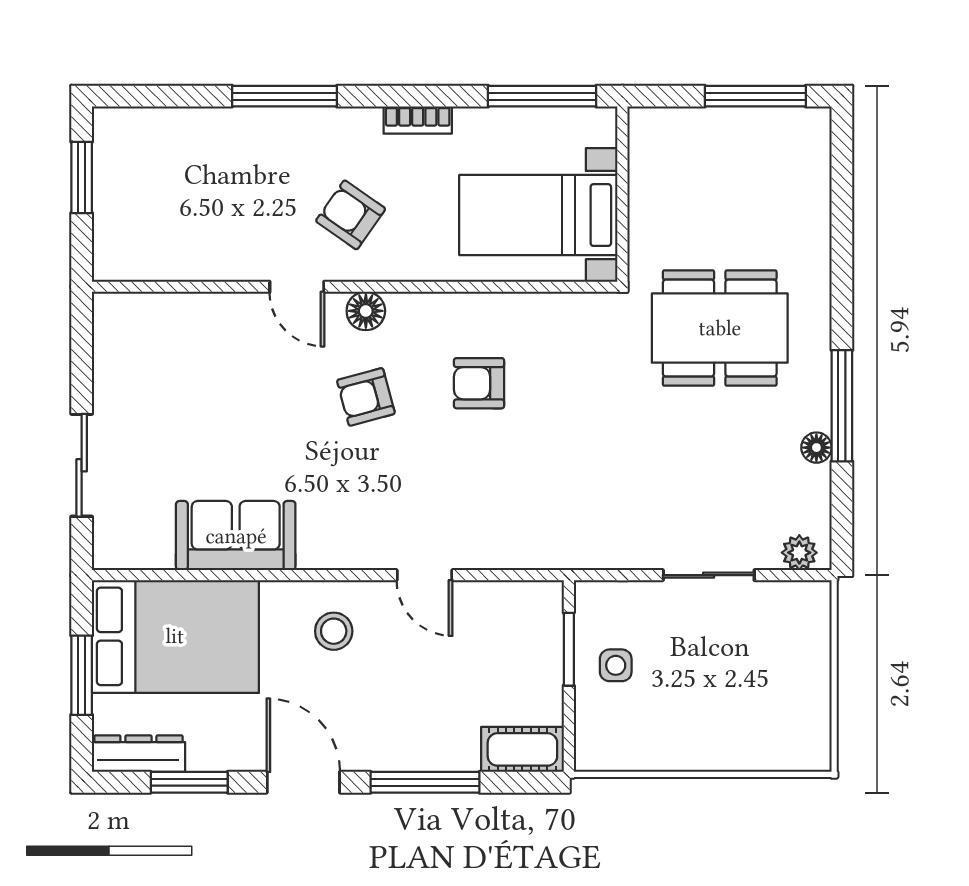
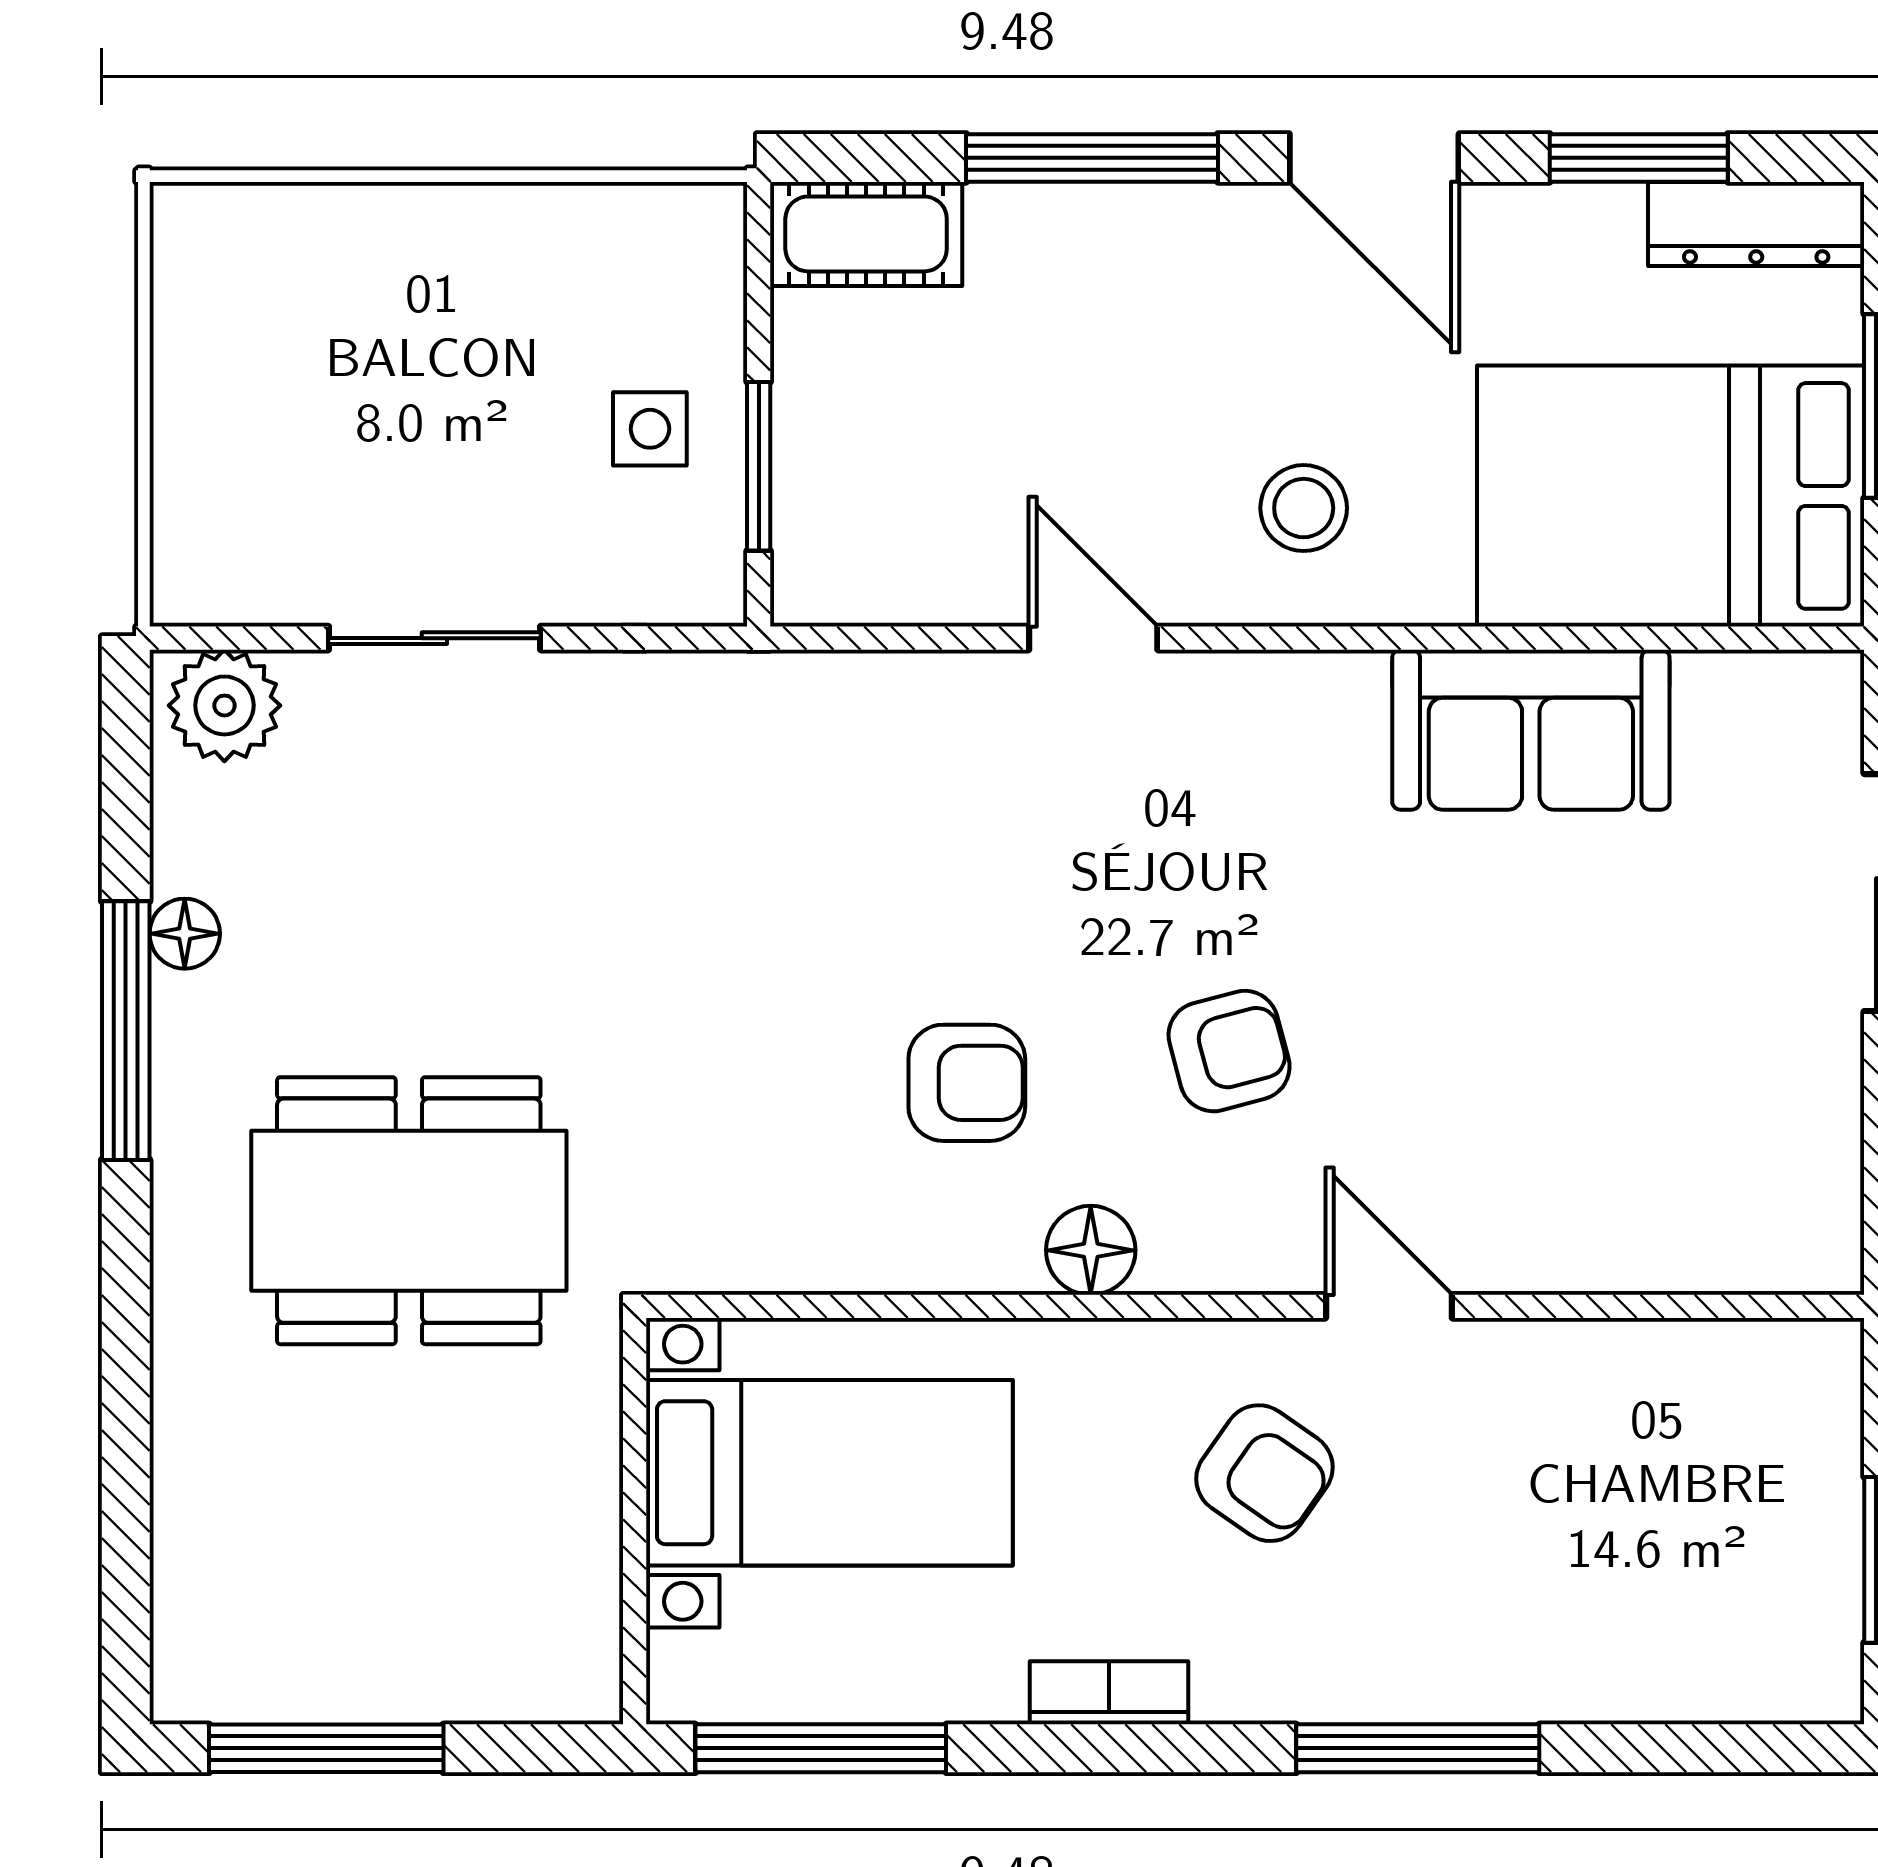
floor lamp: (366, 311) -> (1091, 1250), moved
plant: (799, 553) -> (224, 705), width x1.38, depth x1.38

